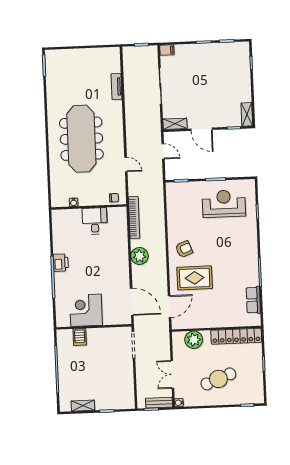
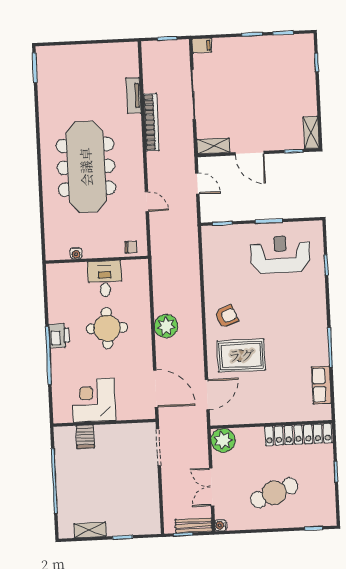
bookcase: (134, 218) -> (151, 122), moved
round table: (96, 257) -> (107, 328), added
plant: (194, 340) -> (223, 440), moved

